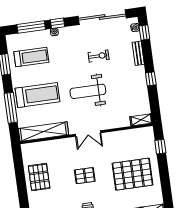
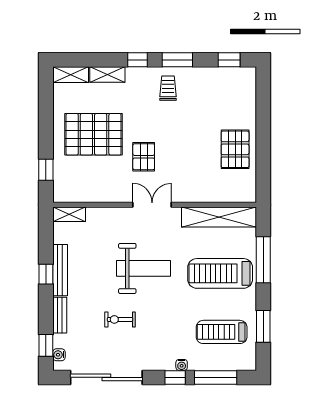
bench: (142, 83) -> (60, 270), added
pallet: (85, 176) -> (144, 157), moved, turned 90

